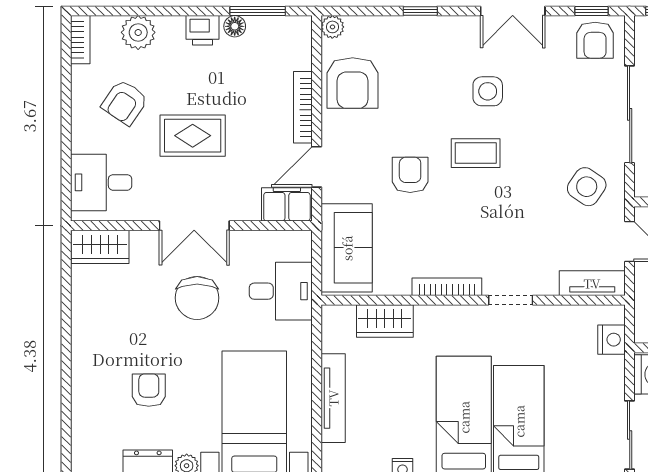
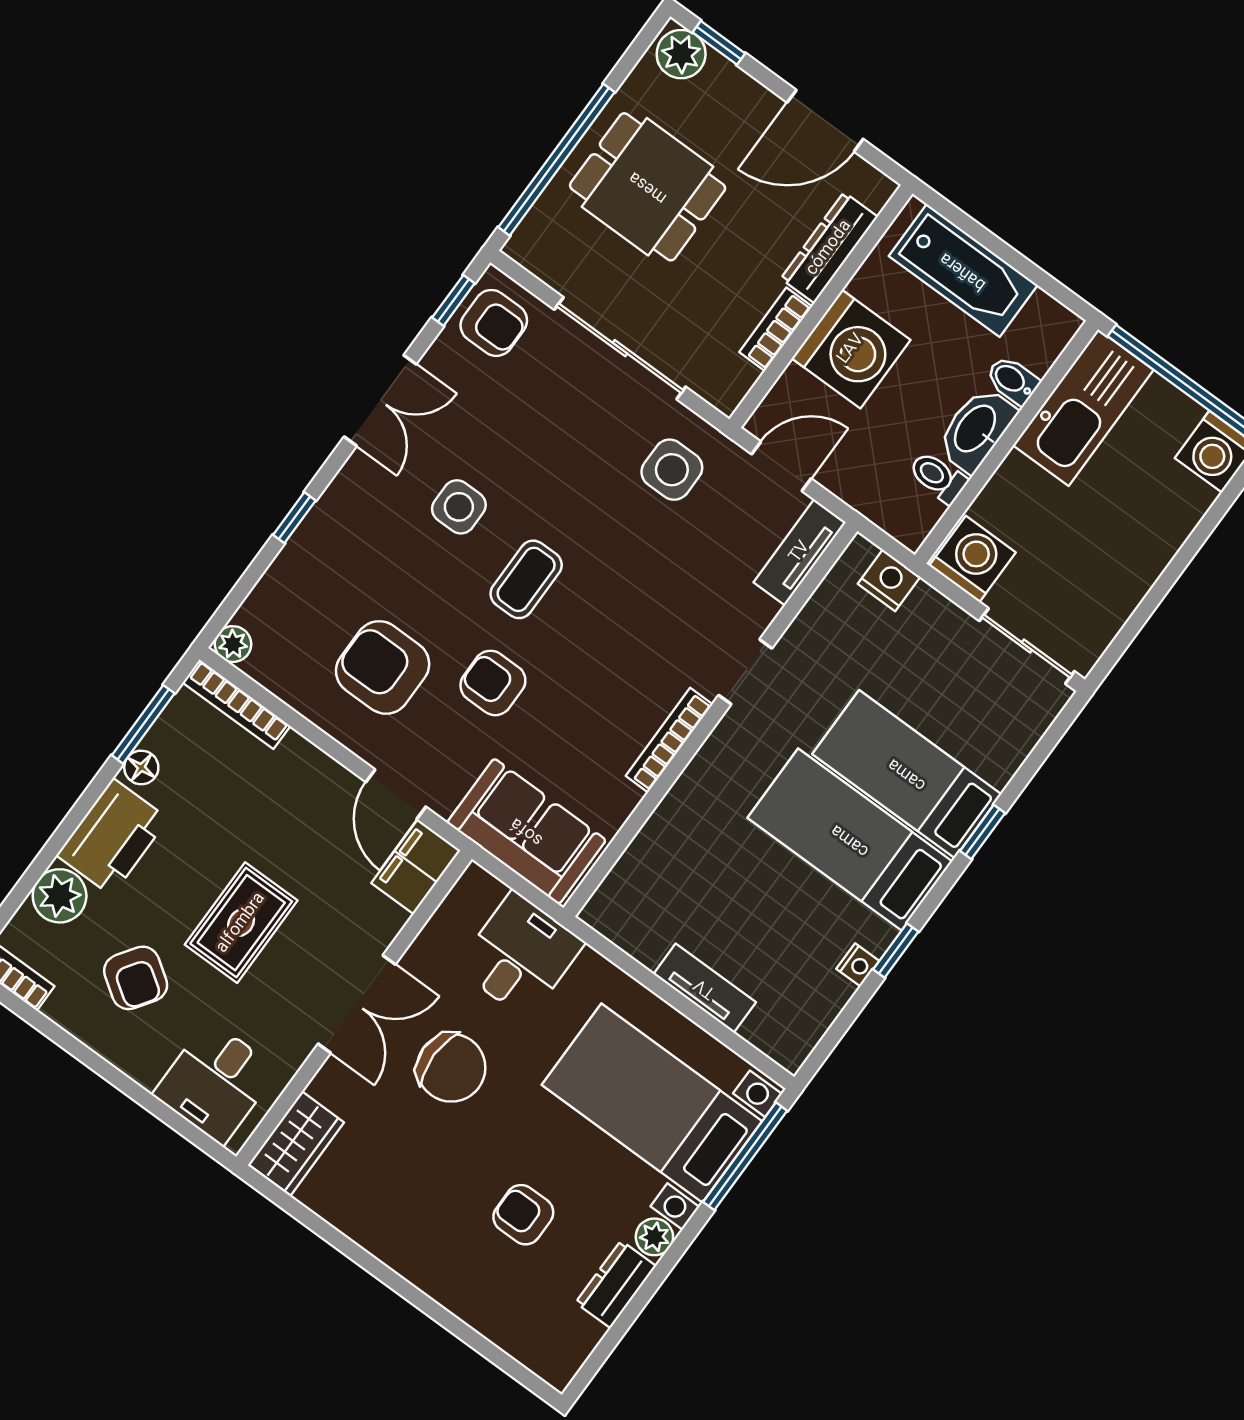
printer: (203, 30) -> (112, 837), width x1.87, depth x1.48
armchair: (353, 83) -> (383, 667), moved, turned 180
bookcase: (303, 107) -> (236, 704), moved
side table: (587, 187) -> (672, 470), turned -34
wardrobe: (385, 321) -> (655, 851), removed
tv unit: (333, 398) -> (705, 988), width x0.71

